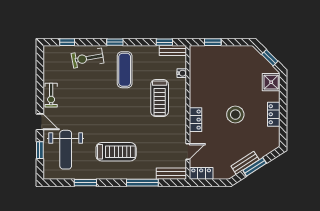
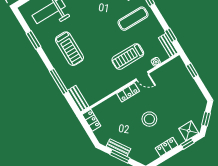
window: (283, 91) -> (187, 144), added
door: (188, 152) -> (142, 76), moved

